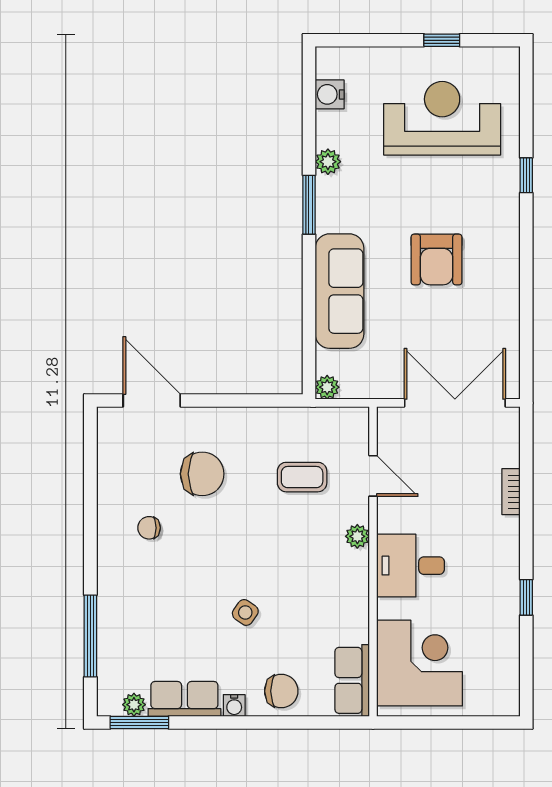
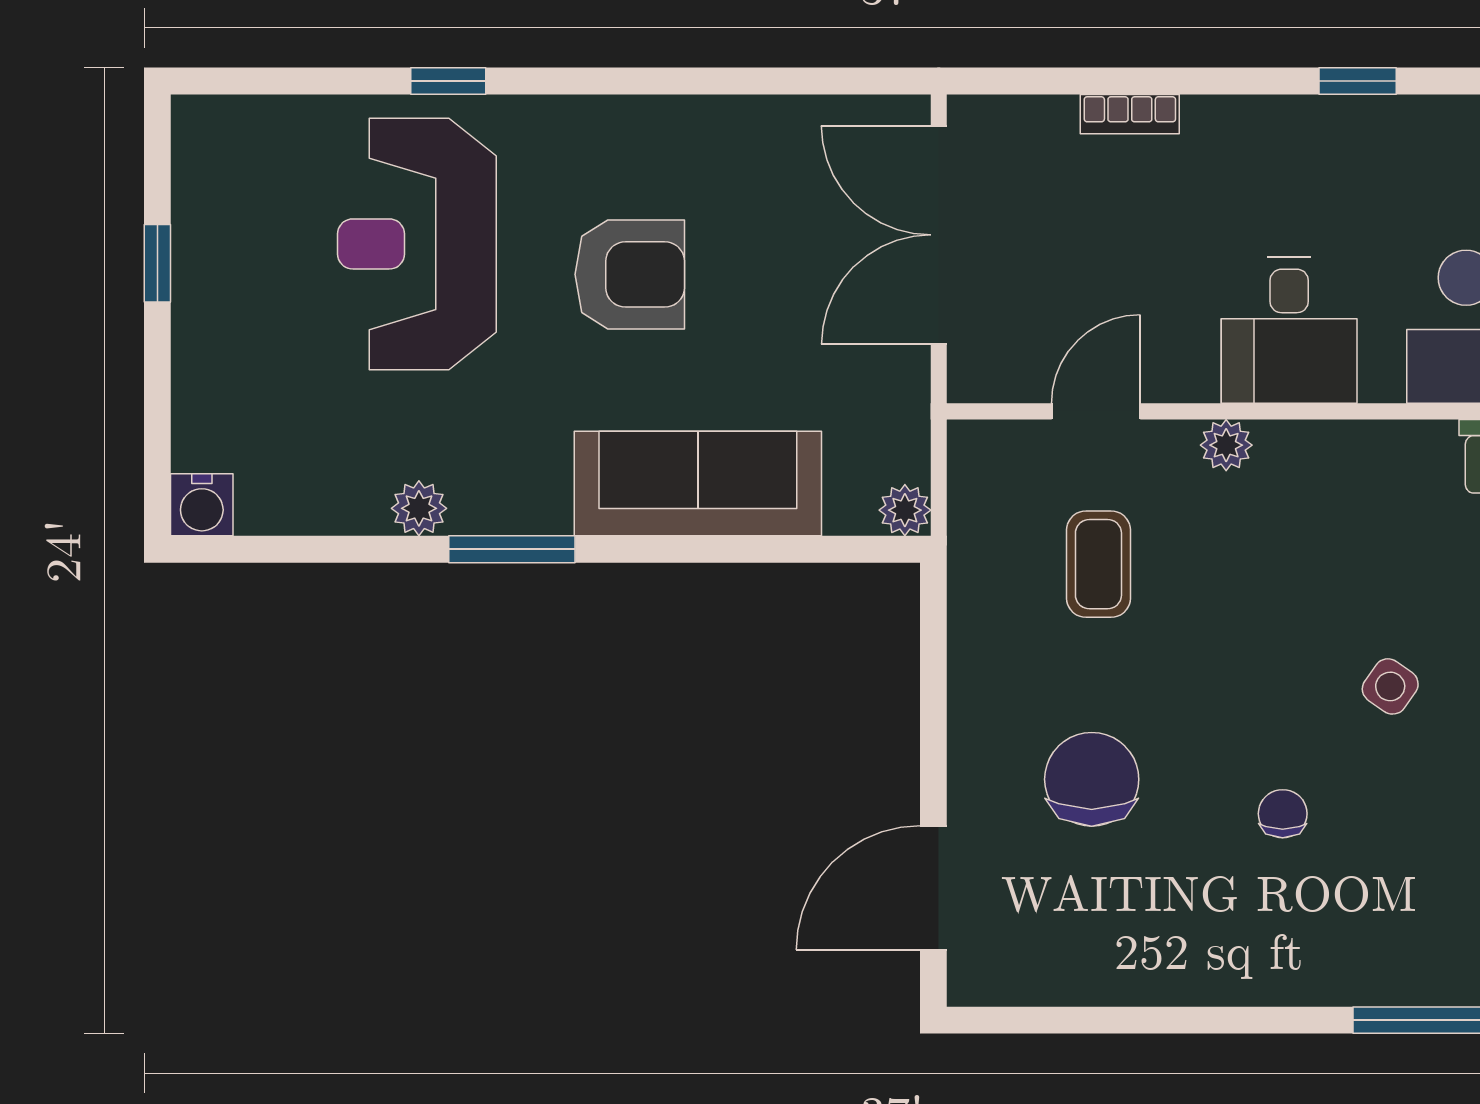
water cooler: (330, 94) -> (202, 505), moved
reception desk: (442, 118) -> (417, 244), moved
chair: (149, 528) -> (1283, 814), moved, turned 180

